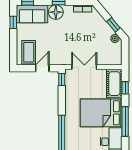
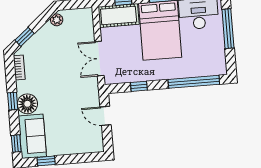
window: (113, 25) -> (24, 37), moved
coffee table: (29, 52) -> (85, 136), removed
window: (62, 80) -> (139, 86), moved

